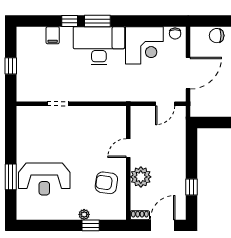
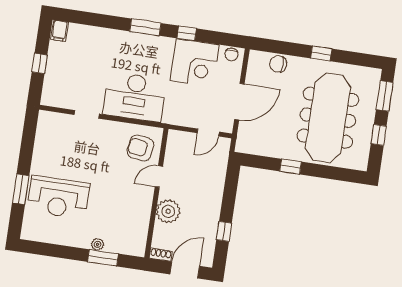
window: (70, 21) -> (187, 33), moved
filing cabinet: (53, 35) -> (60, 31), moved
desk: (99, 46) -> (135, 97), moved, turned 180
armchair: (106, 183) -> (140, 148), moved
window: (91, 225) -> (103, 258), width x1.50

